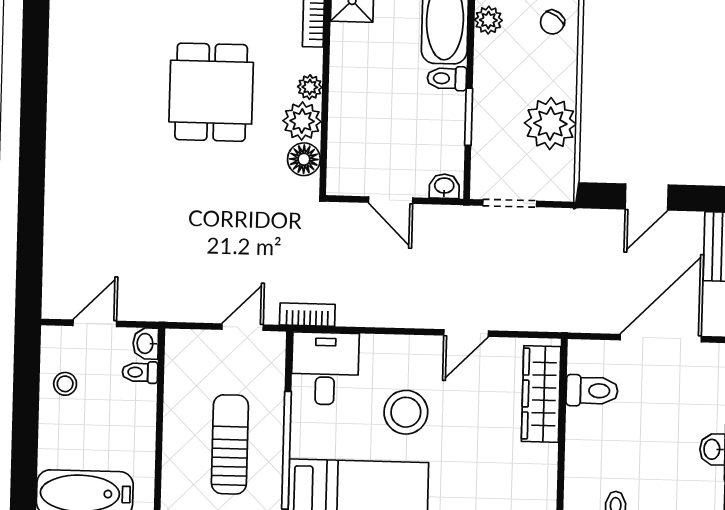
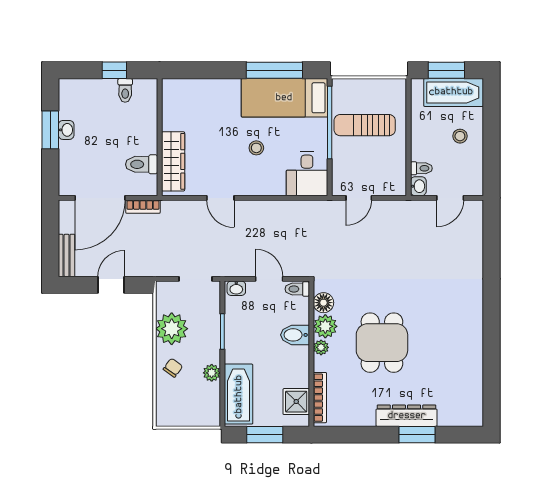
plant: (488, 20) -> (212, 373), moved
chair: (552, 22) -> (173, 368), moved
toilet: (447, 78) -> (297, 289), moved, turned 180
bidet: (351, 108) -> (295, 335), added
bookcase: (307, 315) -> (143, 207), moved
door: (466, 333) -> (220, 198), swing flipped
stool: (65, 384) -> (460, 136), moved
stool: (406, 412) -> (256, 148), width x0.53, depth x0.53
sun lounger: (230, 444) -> (365, 125), turned 90

